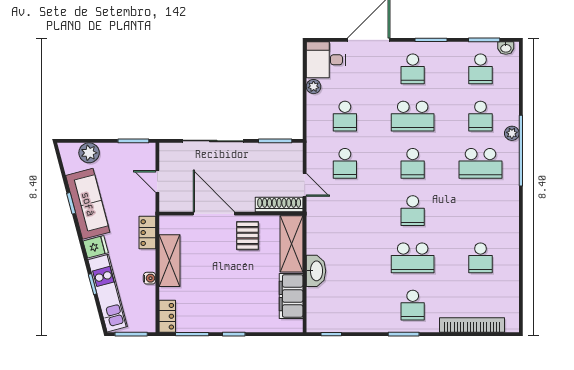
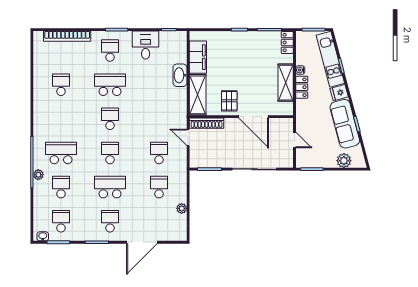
desk: (326, 60) -> (146, 45), moved, turned -90
locker: (147, 233) -> (302, 87), moved

